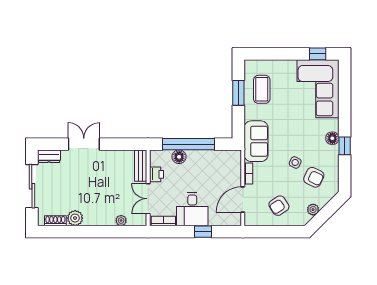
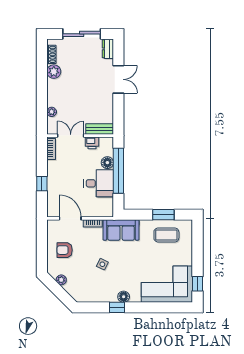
armchair: (314, 177) -> (89, 281), removed
armchair: (279, 206) -> (65, 250), turned -57
desk: (192, 209) -> (99, 183), moved, turned 180

